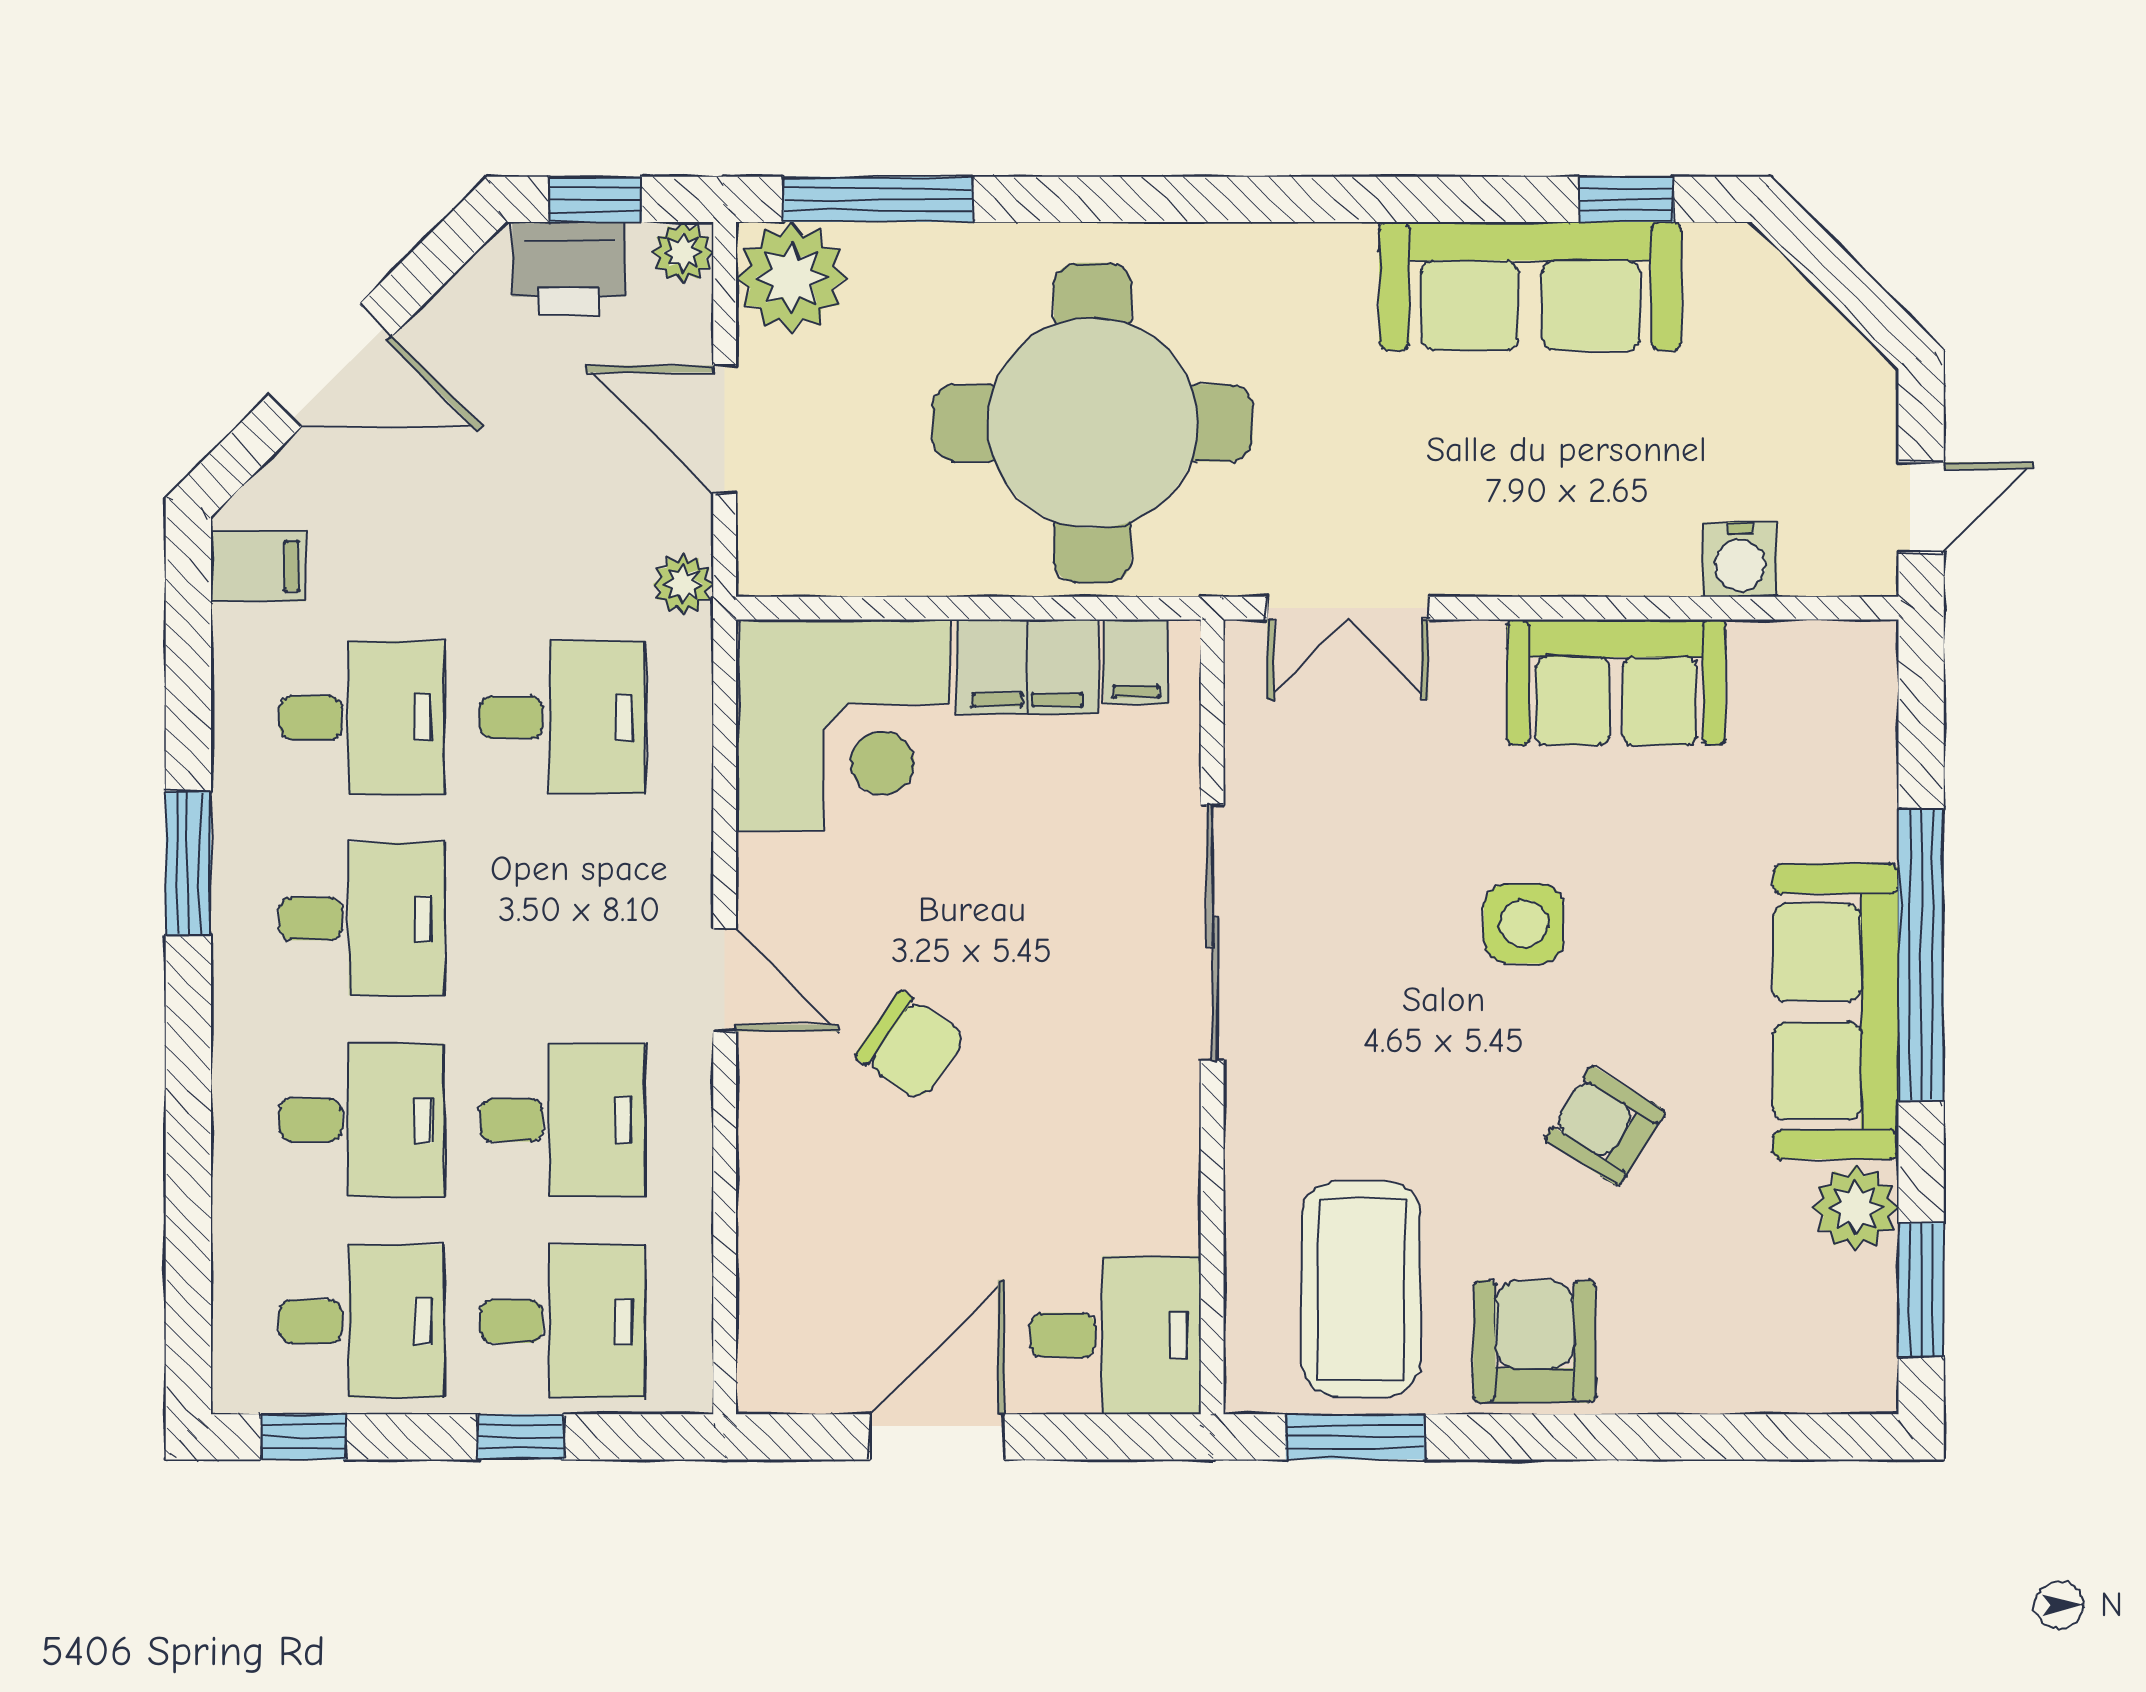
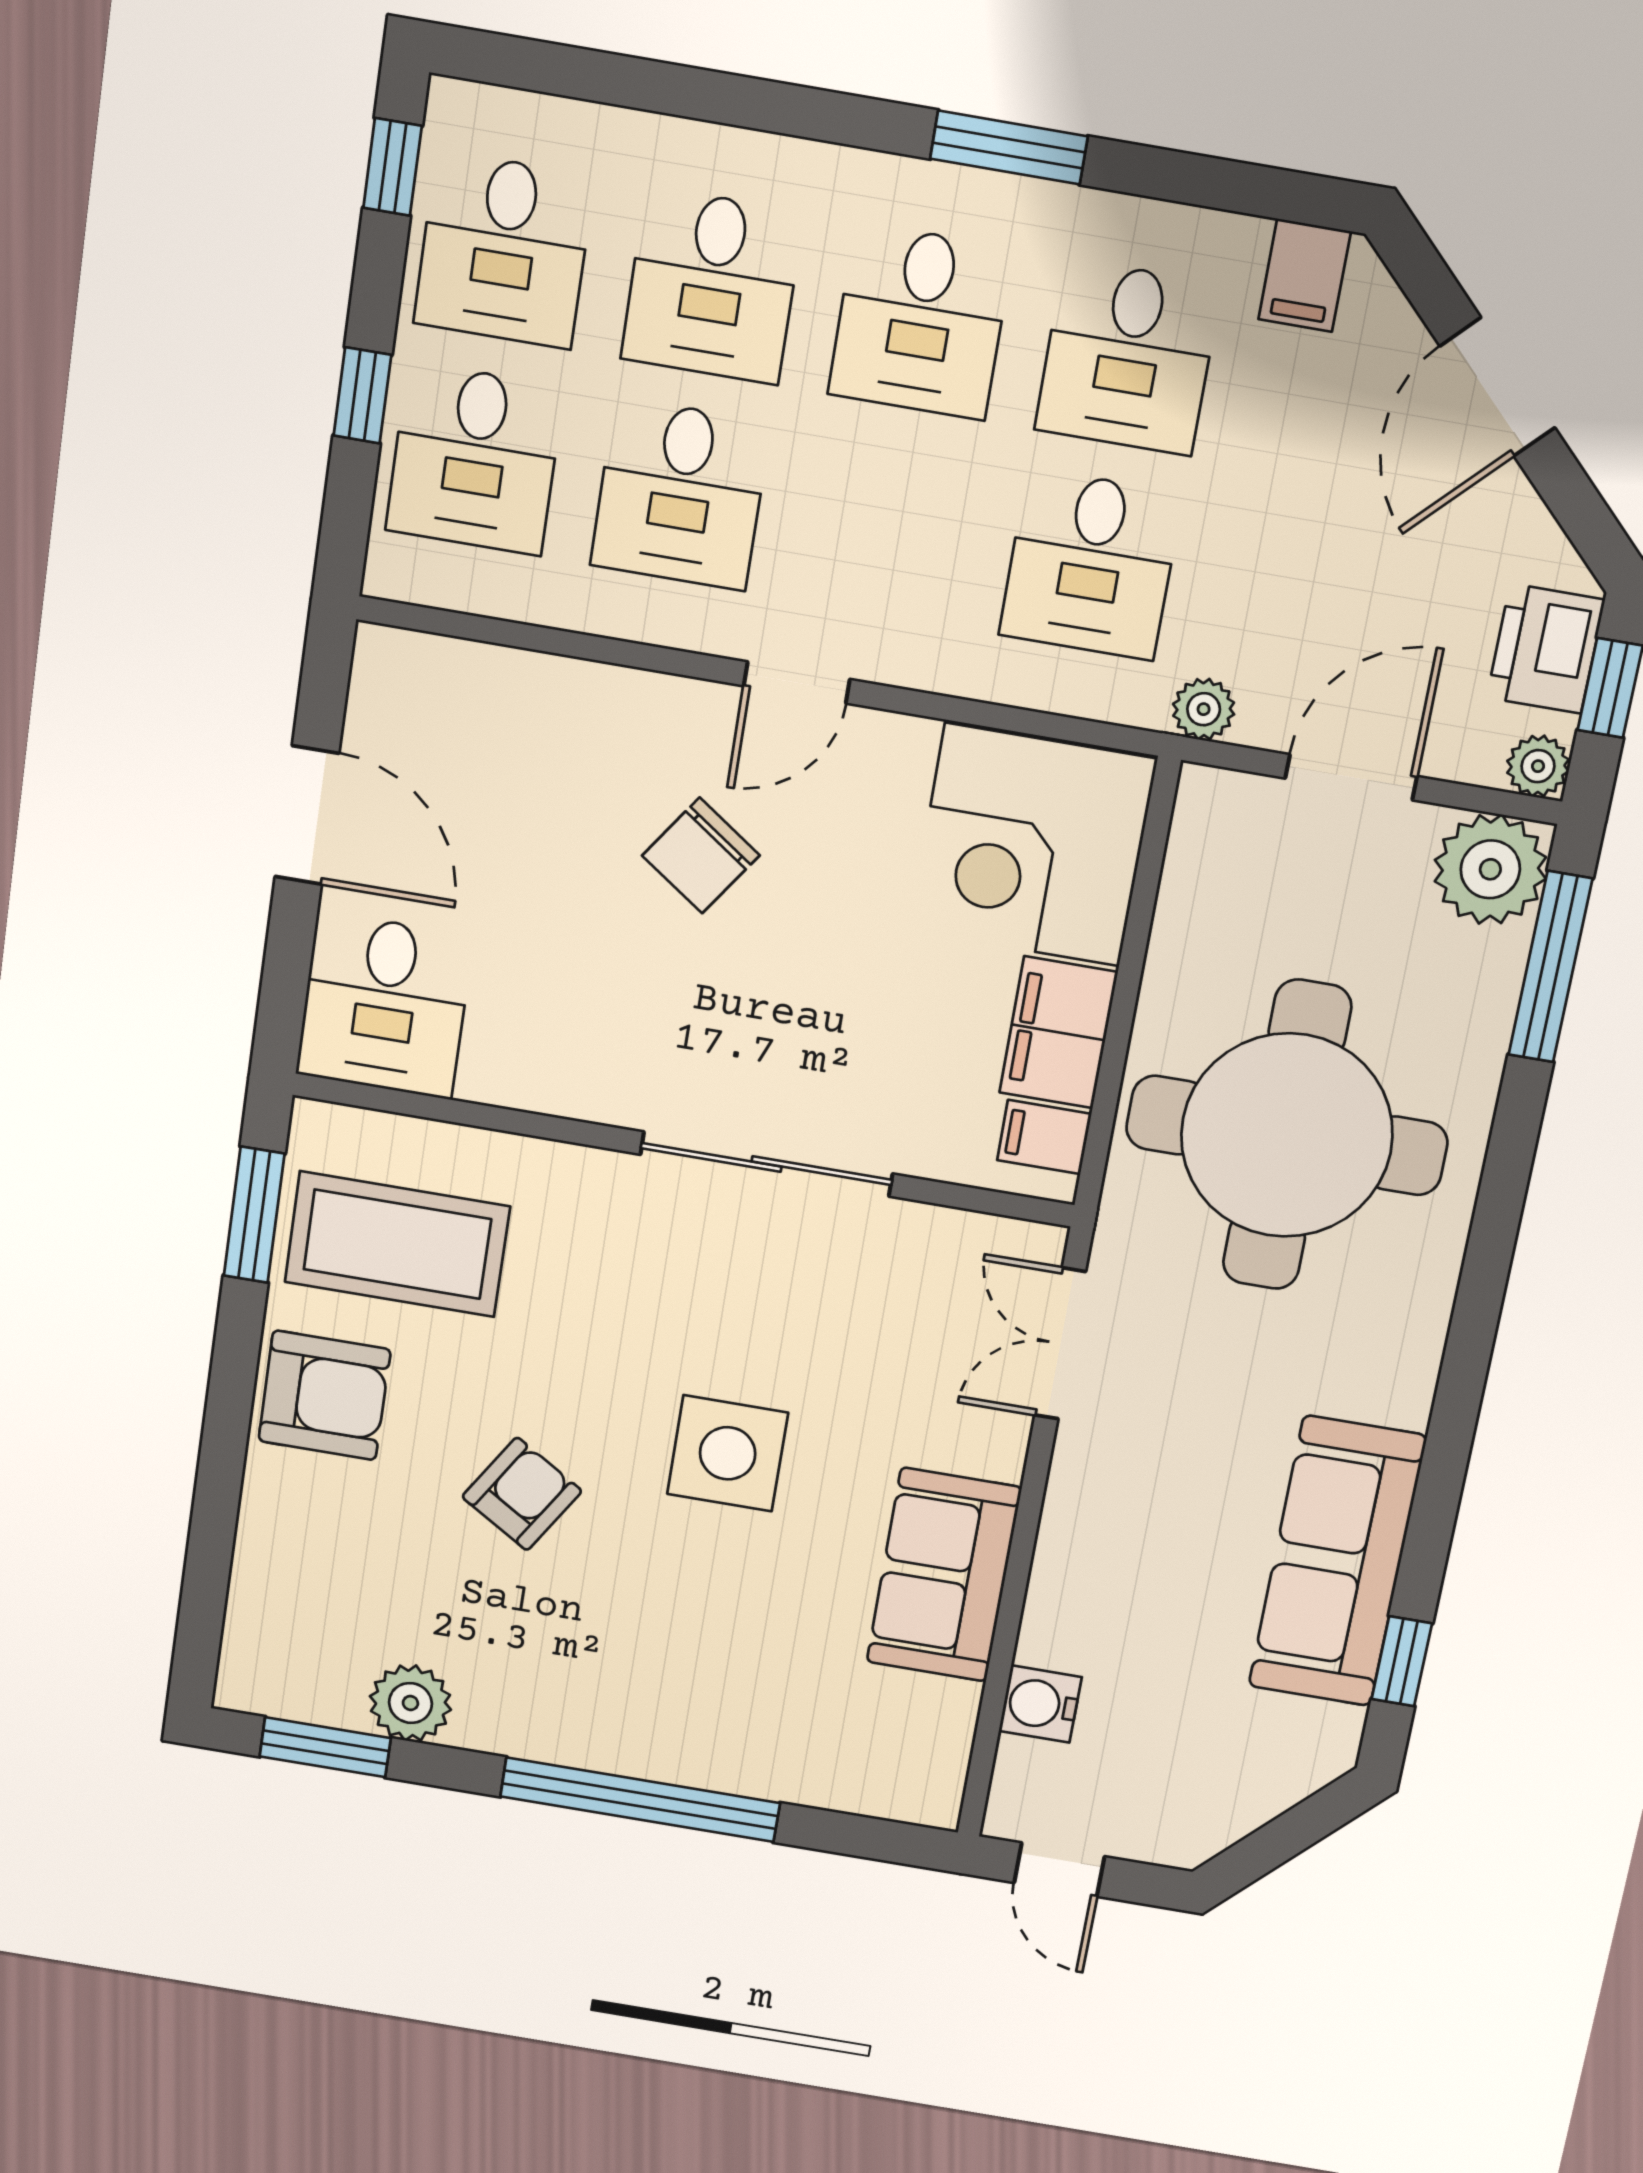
side table: (1524, 923) -> (728, 1453), width x1.37, depth x1.37
sofa: (1836, 1012) -> (599, 1717), removed

